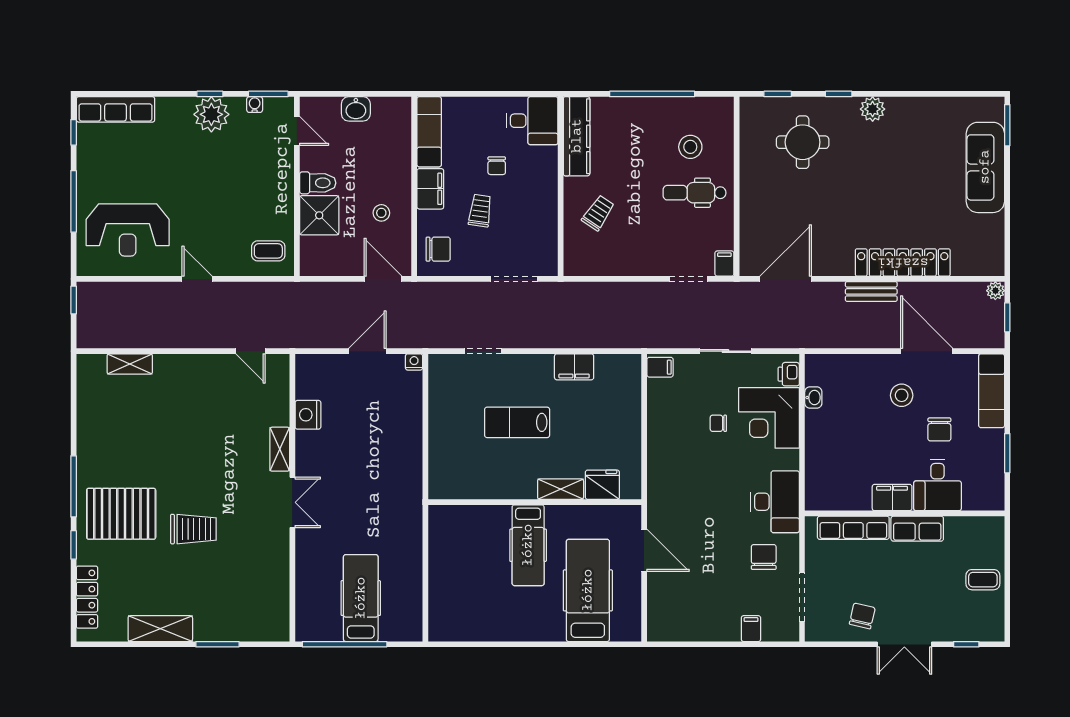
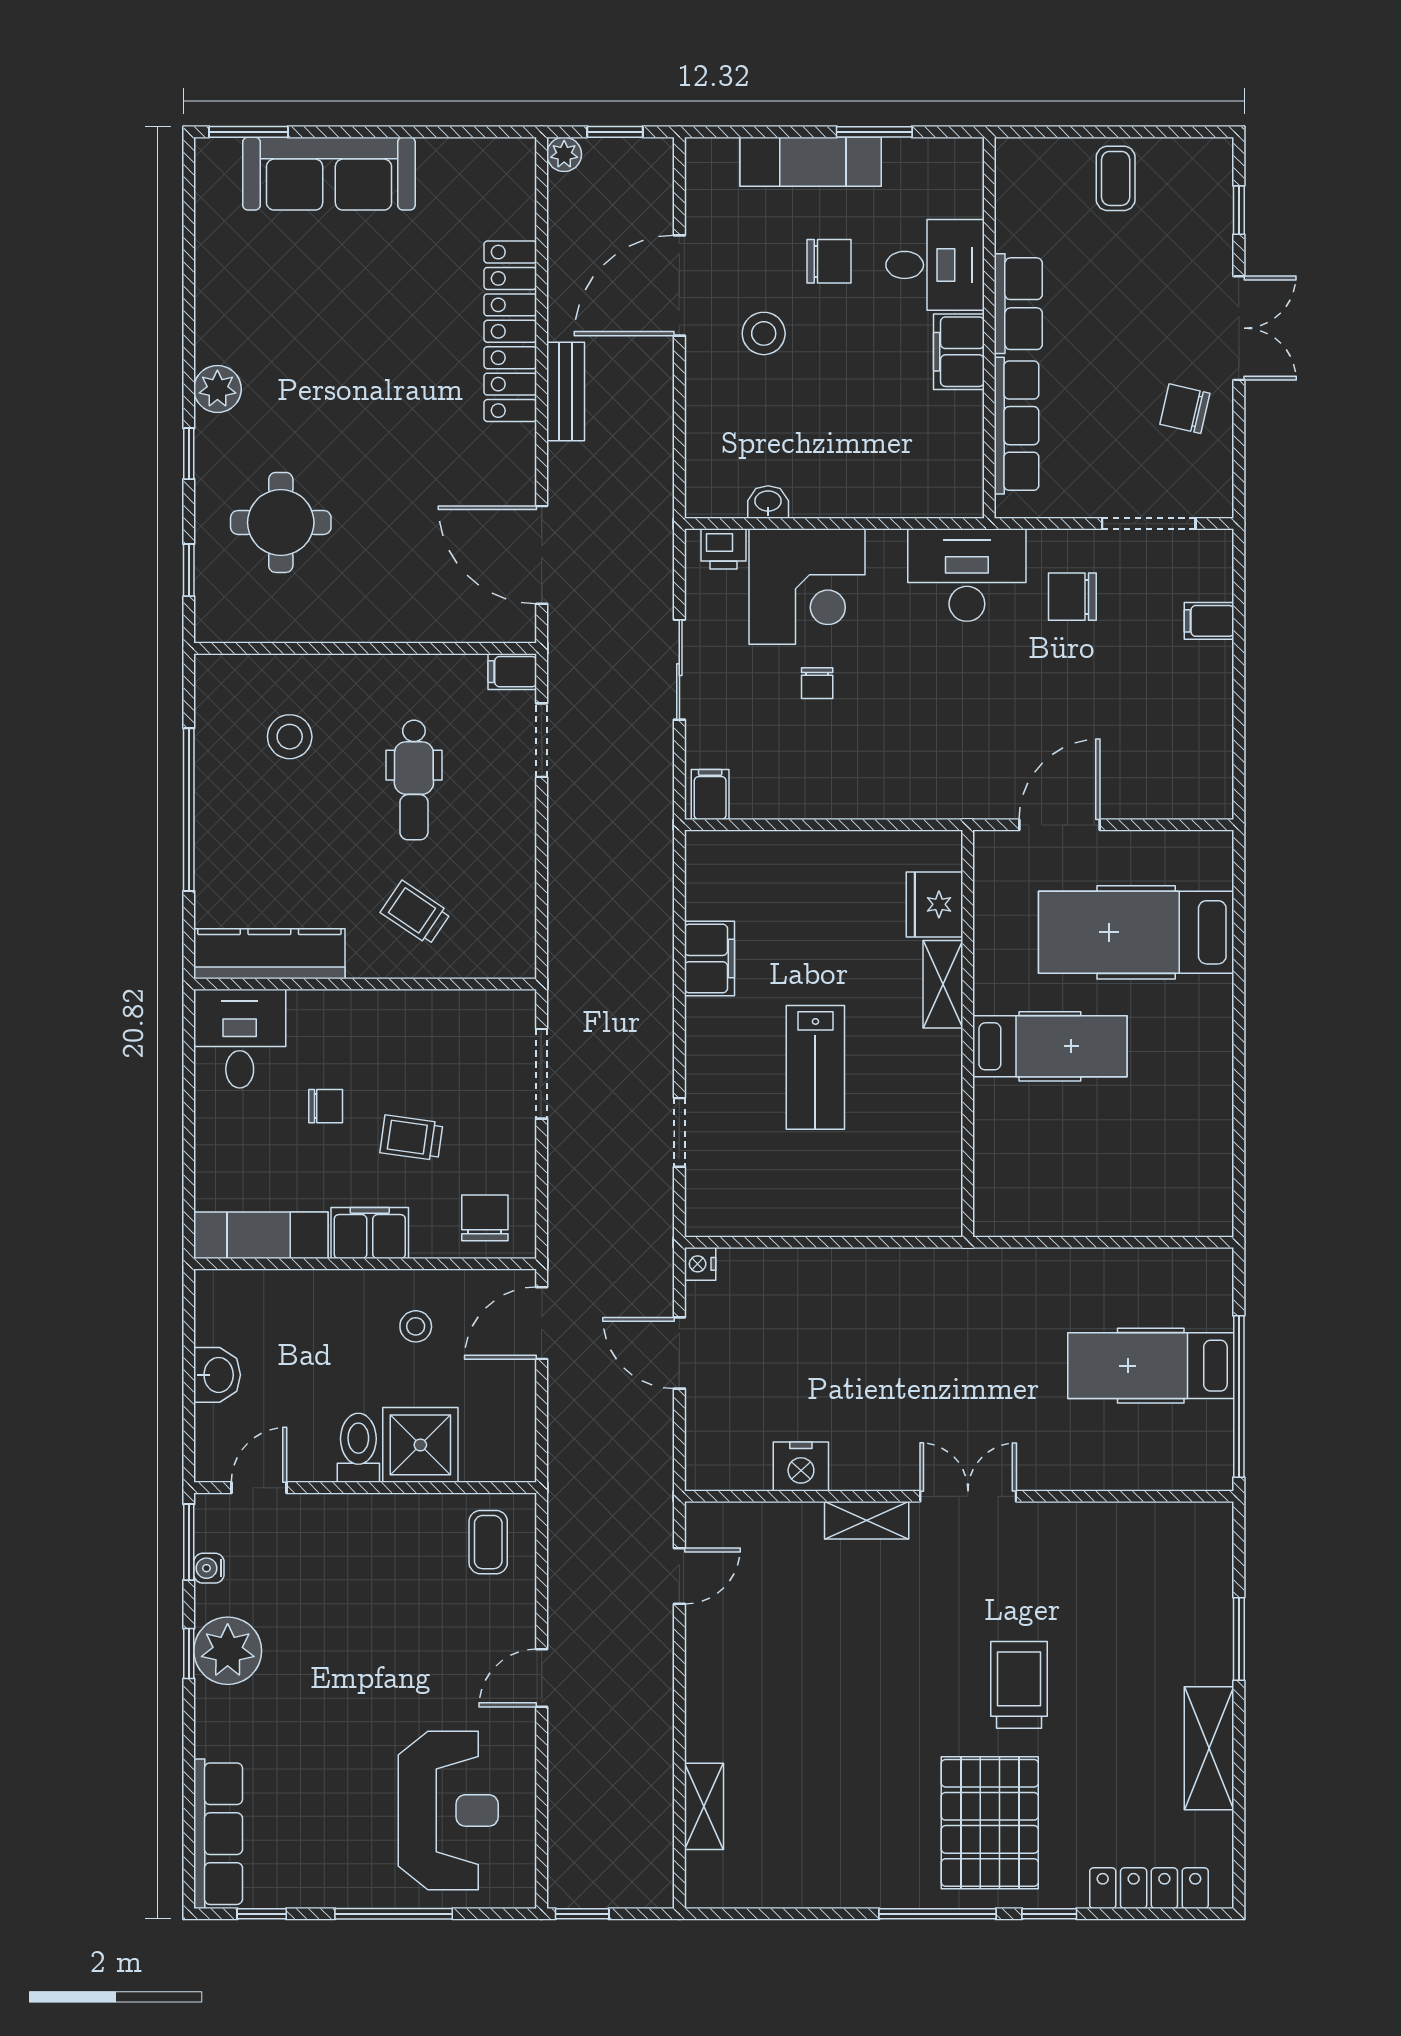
dental chair: (695, 193) -> (414, 780), moved
exam couch: (992, 391) -> (811, 162), moved

